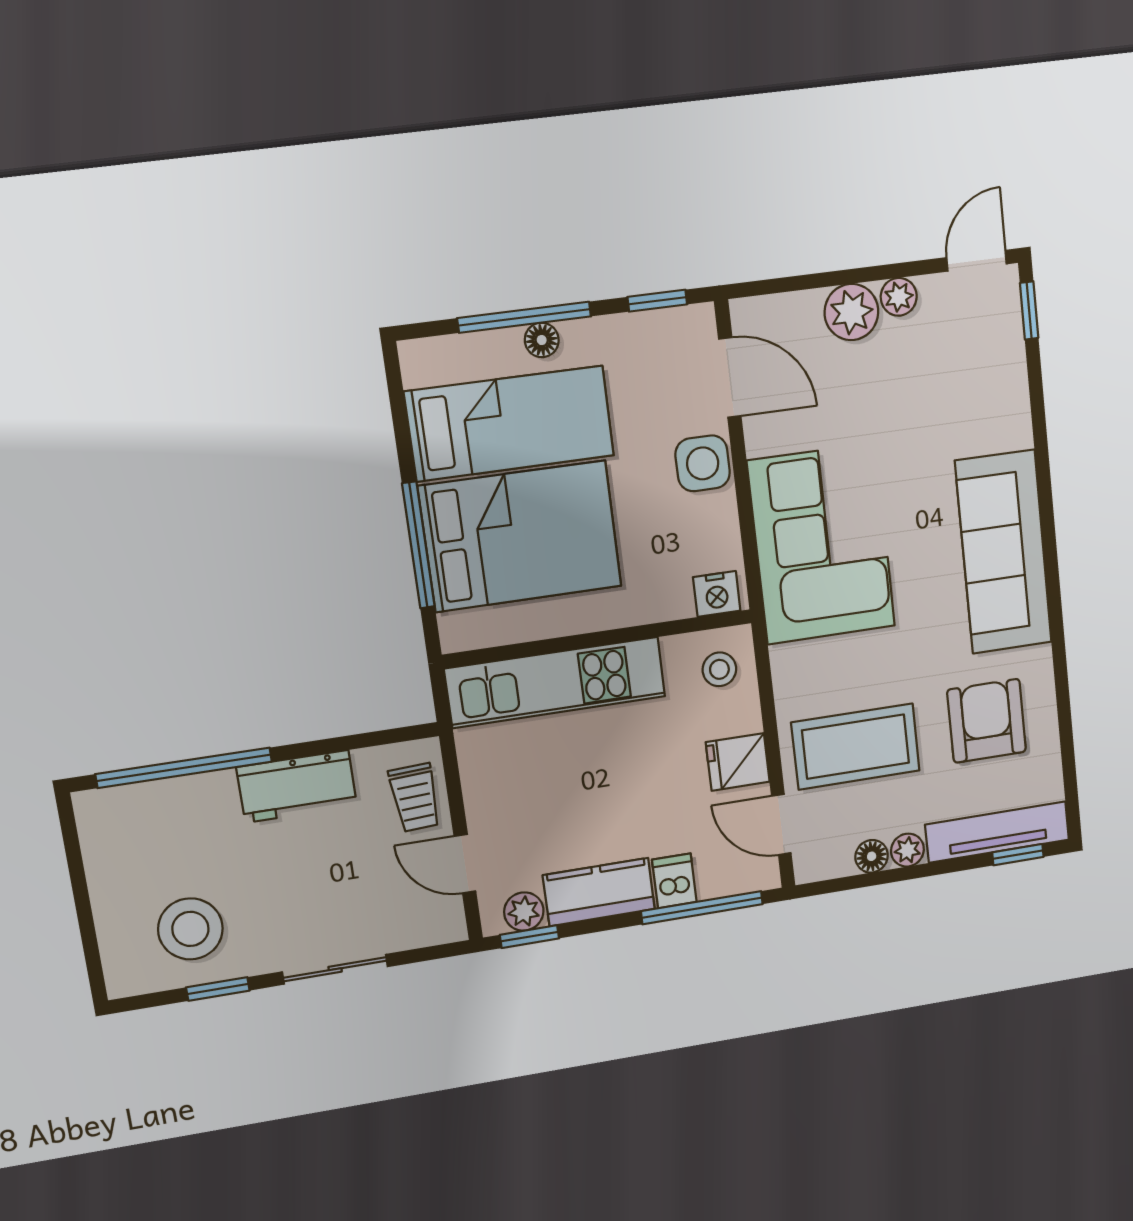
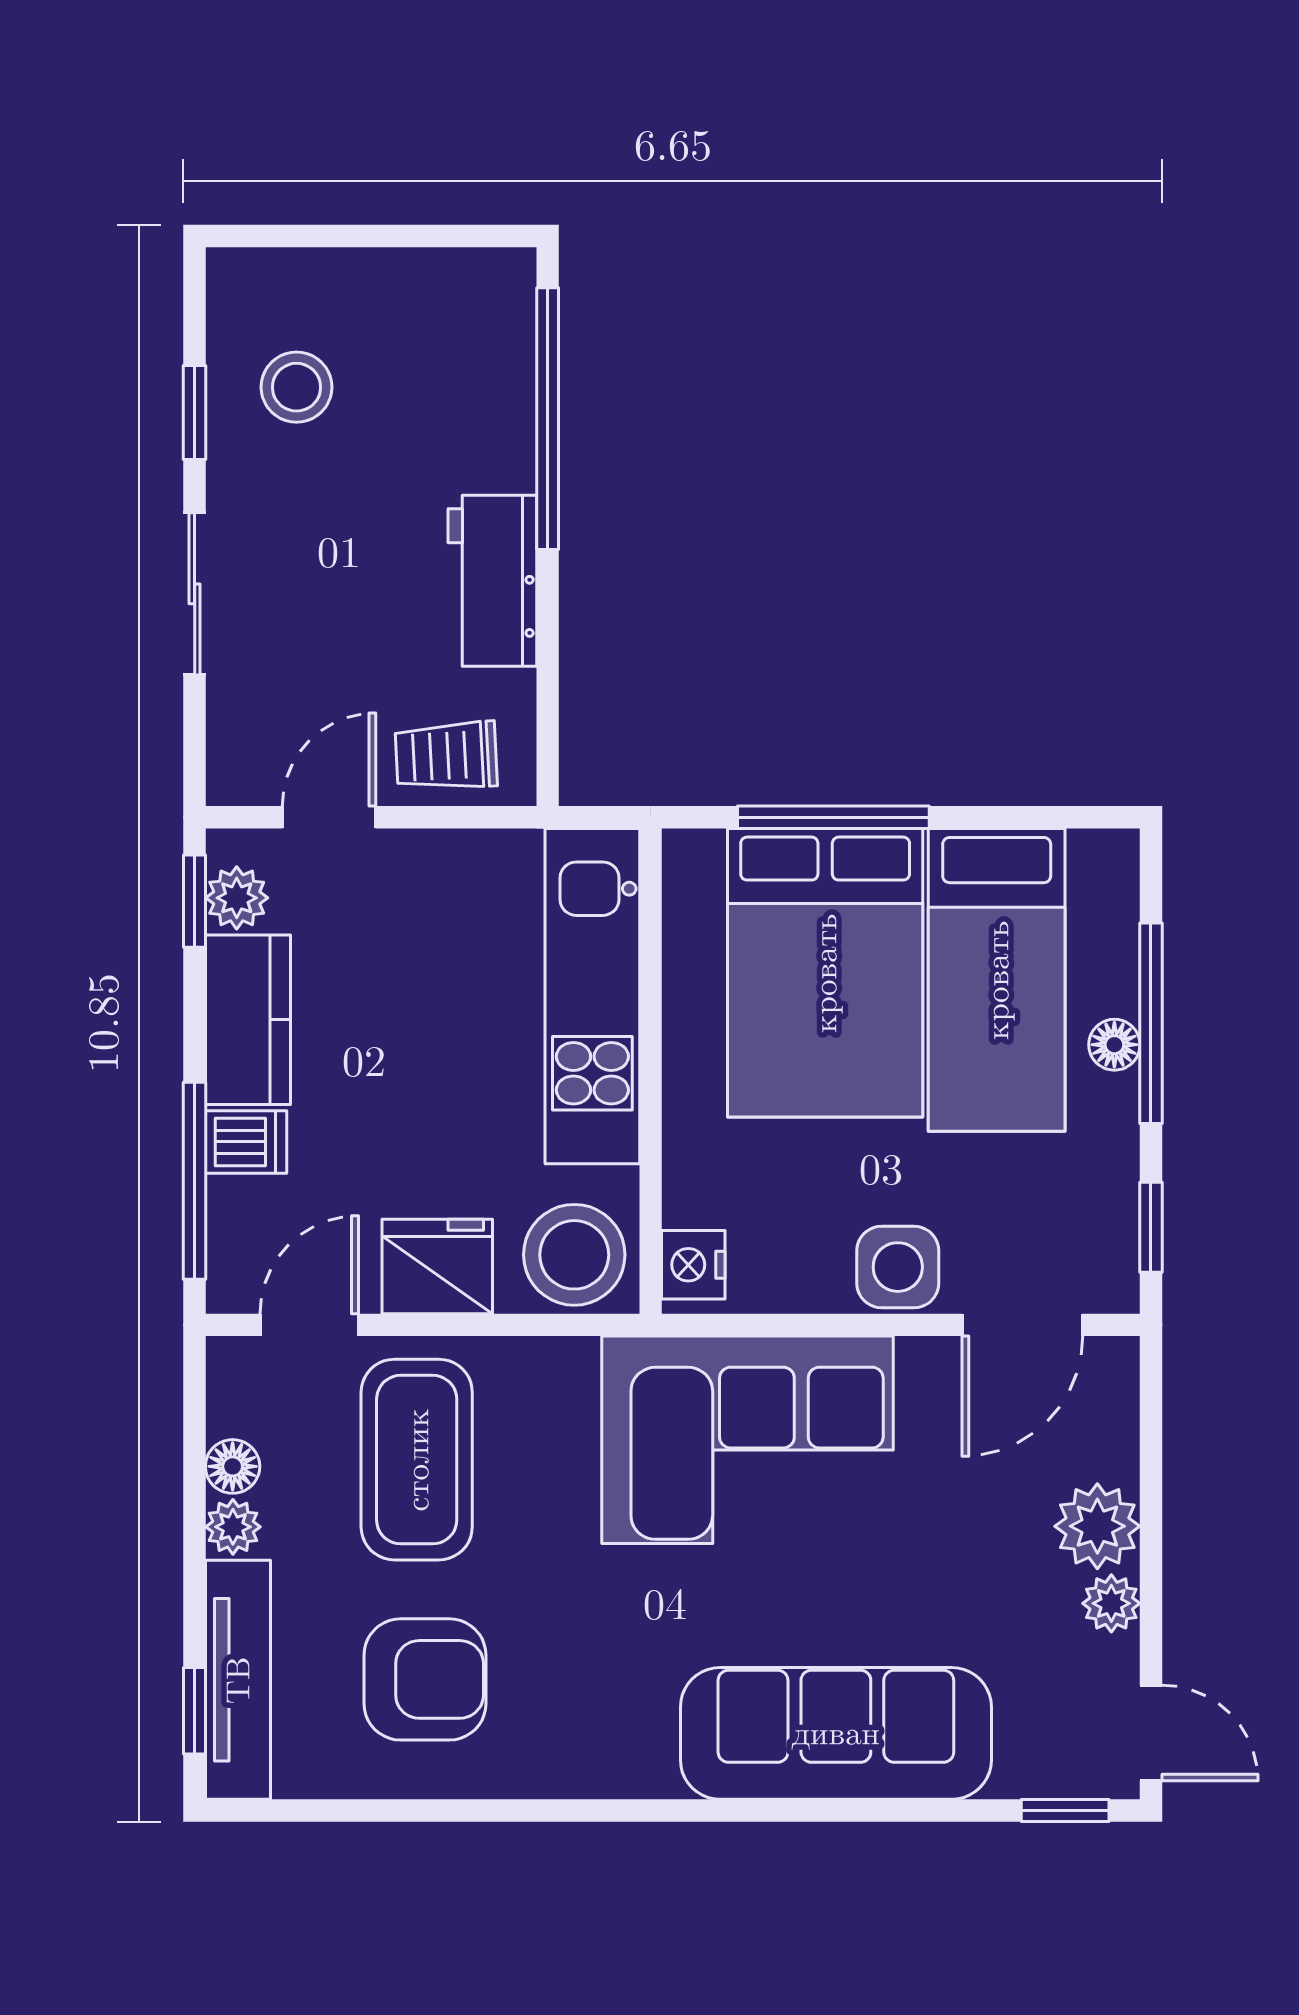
sofa: (1004, 552) -> (836, 1733), moved
stool: (719, 669) -> (574, 1255), width x1.89, depth x1.89
fridge: (738, 762) -> (437, 1266), width x1.38
stool: (190, 929) -> (296, 387), width x0.73, depth x0.73

